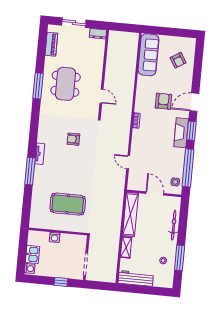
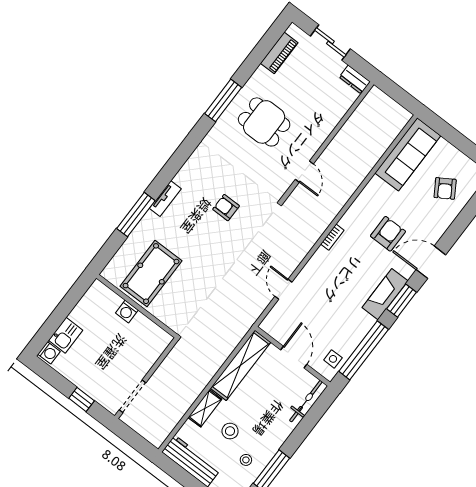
dining table: (66, 84) -> (264, 122), width x0.73
pool table: (68, 204) -> (151, 274), moved, turned 90
bicycle: (174, 225) -> (306, 401), moved
wall: (58, 231) -> (137, 306), moved
washing machine: (55, 237) -> (127, 311), moved
stool: (146, 251) -> (230, 431), added

